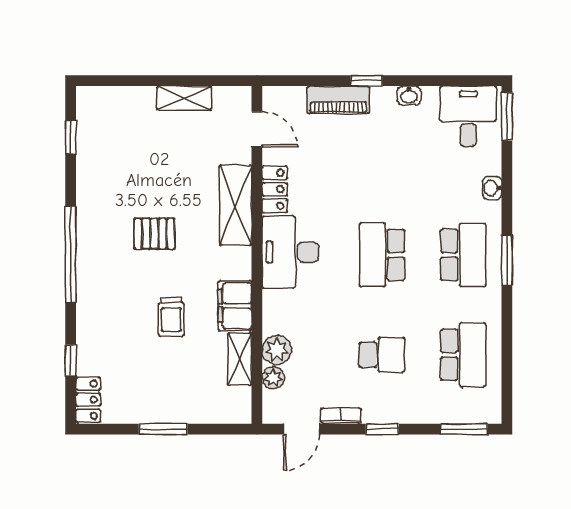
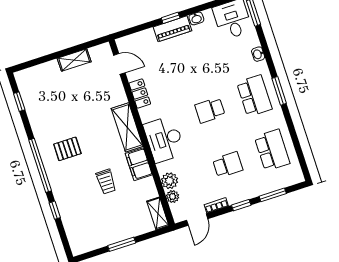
piano: (338, 100) -> (173, 29), moved
shelving: (235, 205) -> (127, 127), moved
pallet: (154, 234) -> (67, 149), moved
desk: (290, 252) -> (164, 139), moved
school desk: (382, 255) -> (210, 110), width x0.54
shelving: (240, 359) -> (158, 213), moved
window: (71, 360) -> (55, 210), moved
locker: (88, 400) -> (76, 242), removed
window: (464, 429) -> (273, 195), moved

